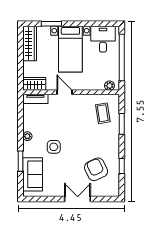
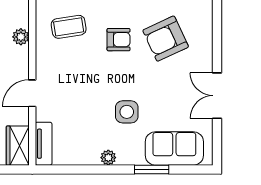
plant: (109, 86) -> (21, 37), moved
armchair: (95, 142) -> (119, 40), added
double door: (78, 199) -> (217, 96), moved

